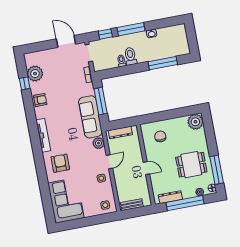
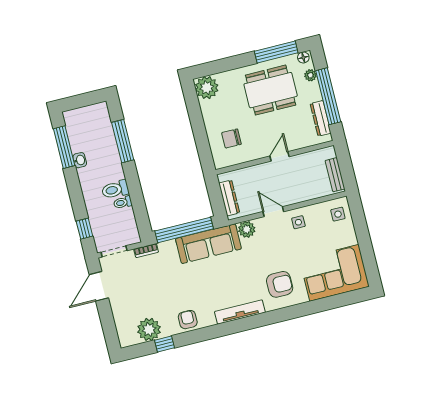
window: (131, 29) -> (64, 147), moved
window: (101, 101) -> (184, 230), width x1.46
armchair: (60, 163) -> (280, 284), turned 180
dining table: (191, 165) -> (271, 90), width x1.37

